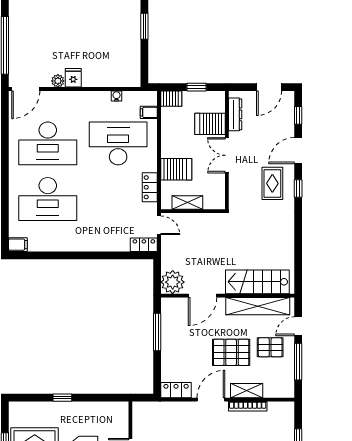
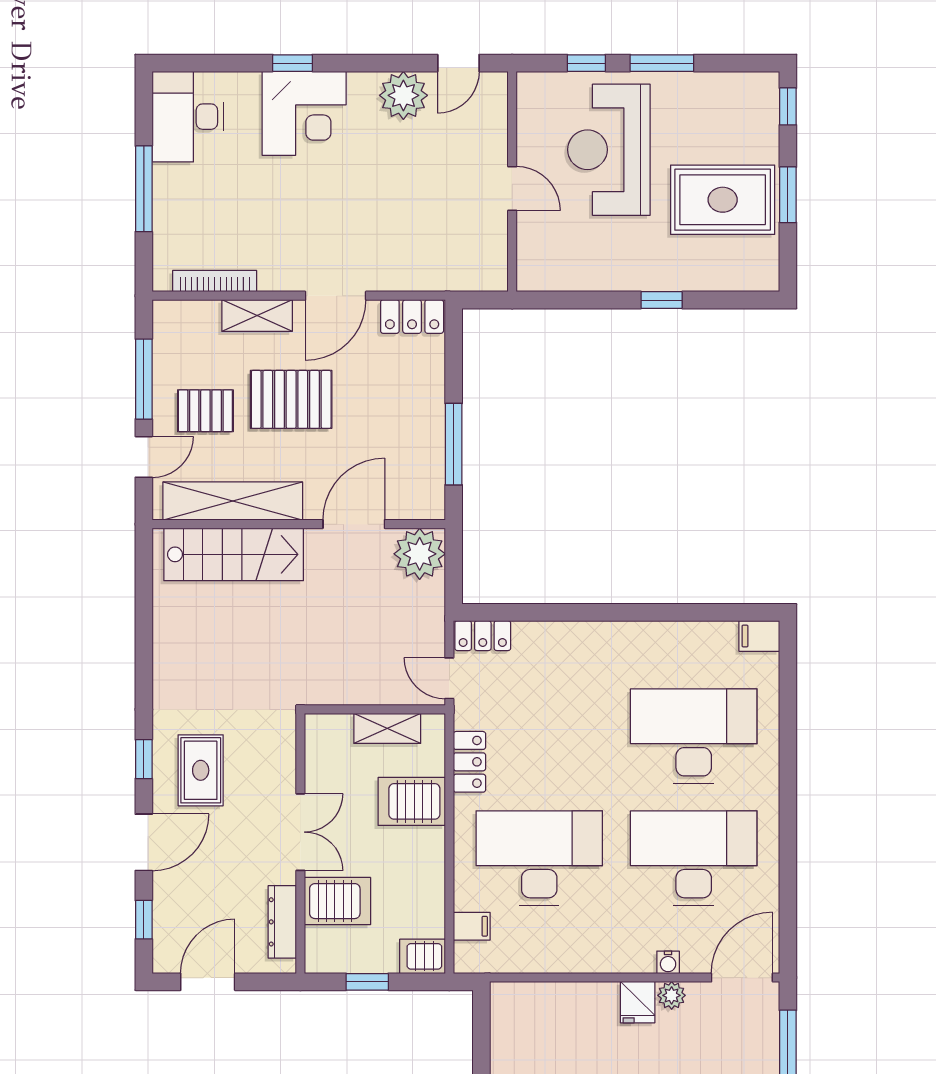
water cooler: (117, 96) -> (668, 962), moved
desk: (118, 143) -> (539, 858), turned 180
bookcase: (248, 406) -> (215, 281), moved

